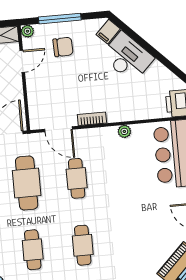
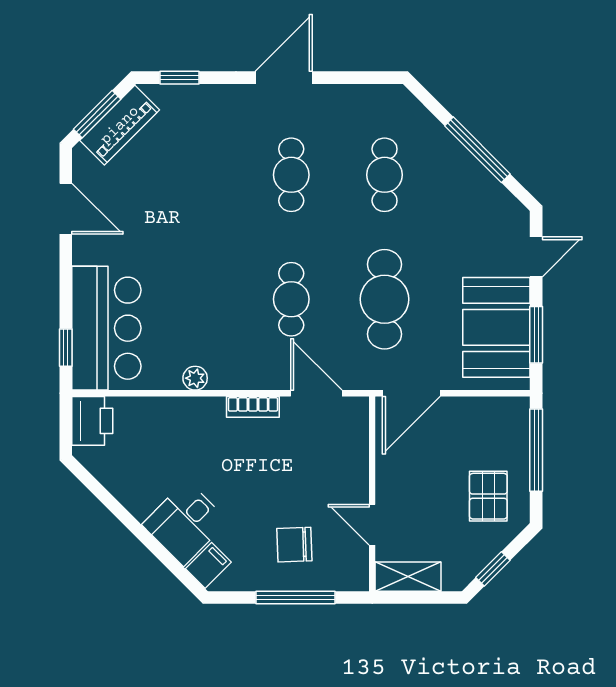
plant: (27, 31) -> (357, 580), removed
desk: (127, 57) -> (185, 523), width x0.73
door: (22, 61) -> (372, 525), hinge flipped

